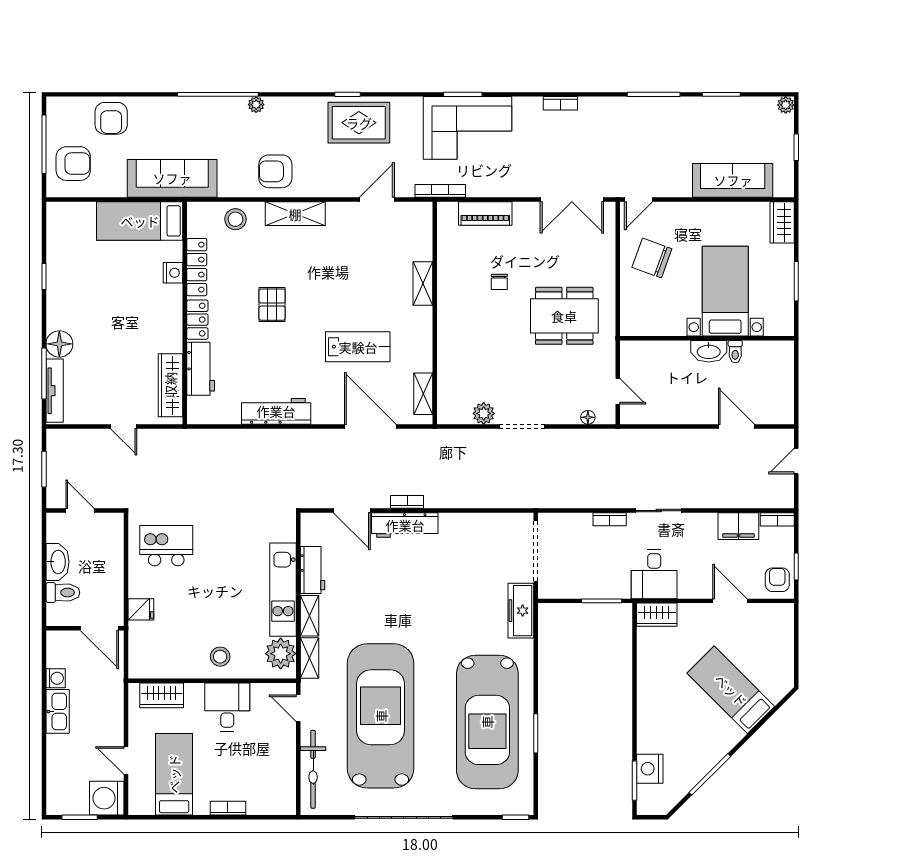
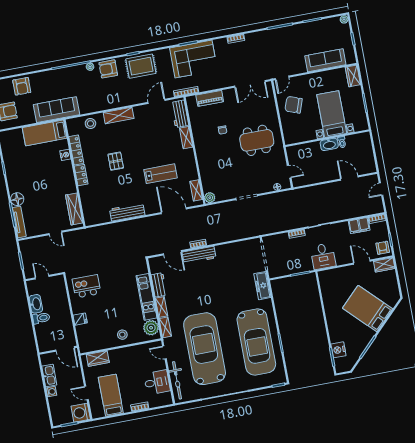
armchair: (275, 171) -> (108, 69), moved
workbench: (201, 369) -> (180, 114), moved, turned 180
plant: (484, 413) -> (210, 198), moved
wardrobe: (657, 615) -> (384, 265), moved
wall: (85, 628) -> (58, 350), moved
door: (99, 628) -> (65, 349), moved
washing machine: (56, 678) -> (51, 392), moved
bed: (731, 690) -> (368, 309), width x1.50
desk: (227, 707) -> (157, 382), moved, turned 90

